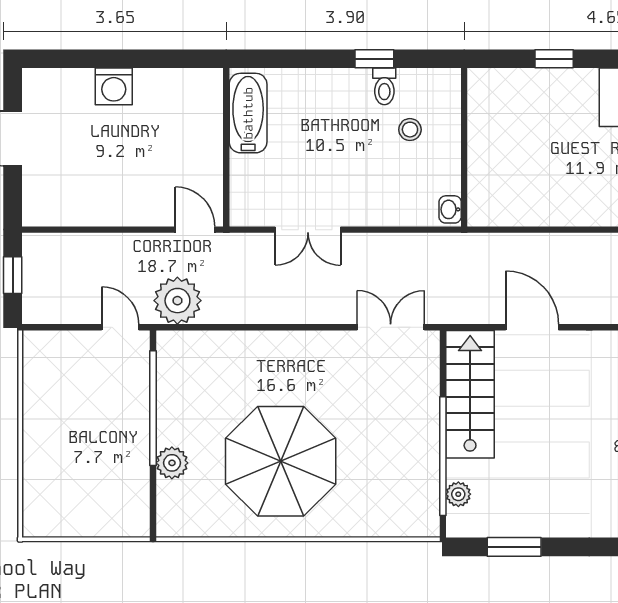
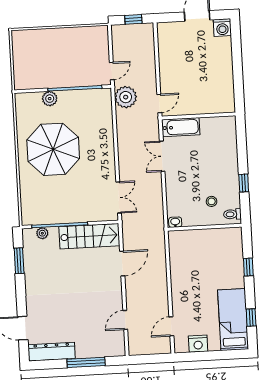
washing machine: (114, 86) -> (222, 27), moved, turned -90
toilet: (384, 86) -> (232, 214), moved
bathtub: (248, 113) -> (181, 127), moved

